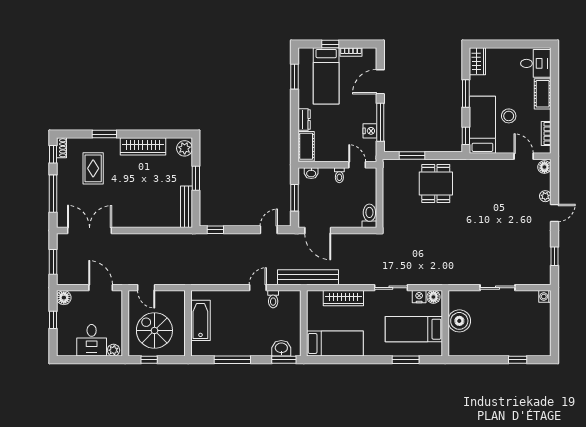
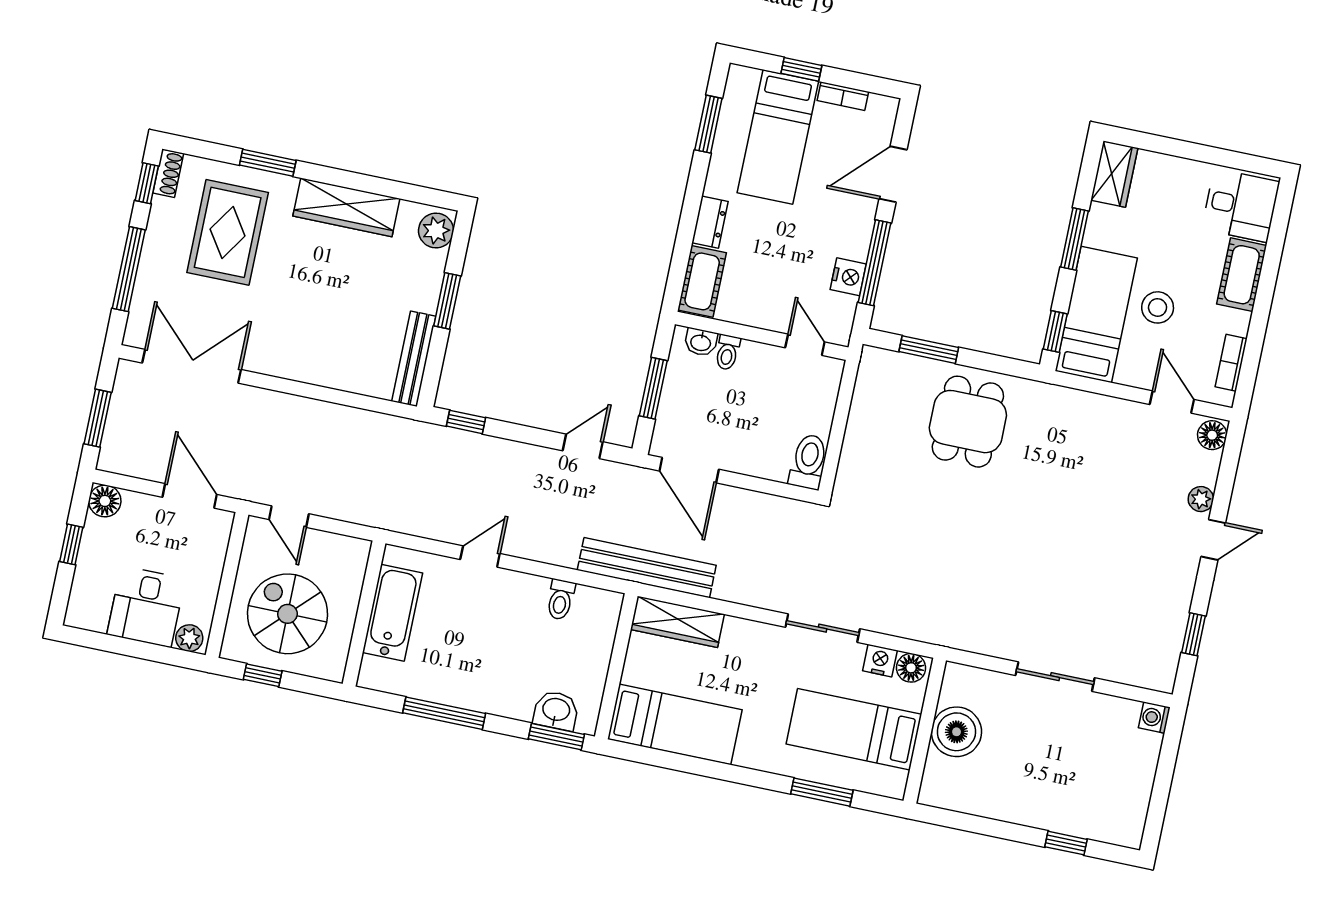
rug: (93, 168) -> (228, 232), width x1.36, depth x1.43
toilet: (339, 175) -> (727, 352), moved
door: (258, 288) -> (480, 557), moved
wardrobe: (343, 298) -> (677, 622), moved

